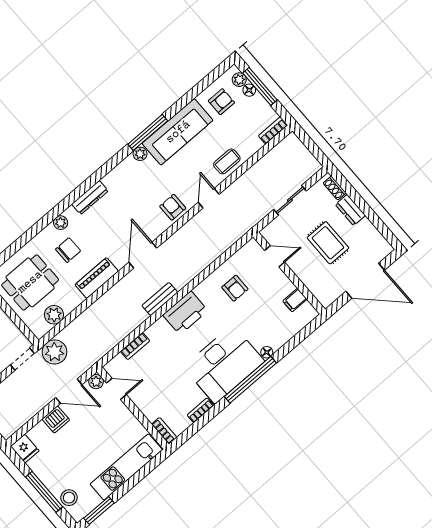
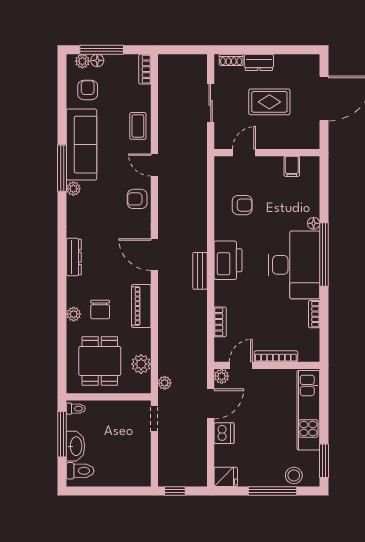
plant: (61, 223) -> (74, 314), moved
chair: (68, 250) -> (100, 310), turned 180
plant: (55, 352) -> (165, 383), width x0.53, depth x0.53
bookcase: (164, 431) -> (276, 356), moved, width x1.56

